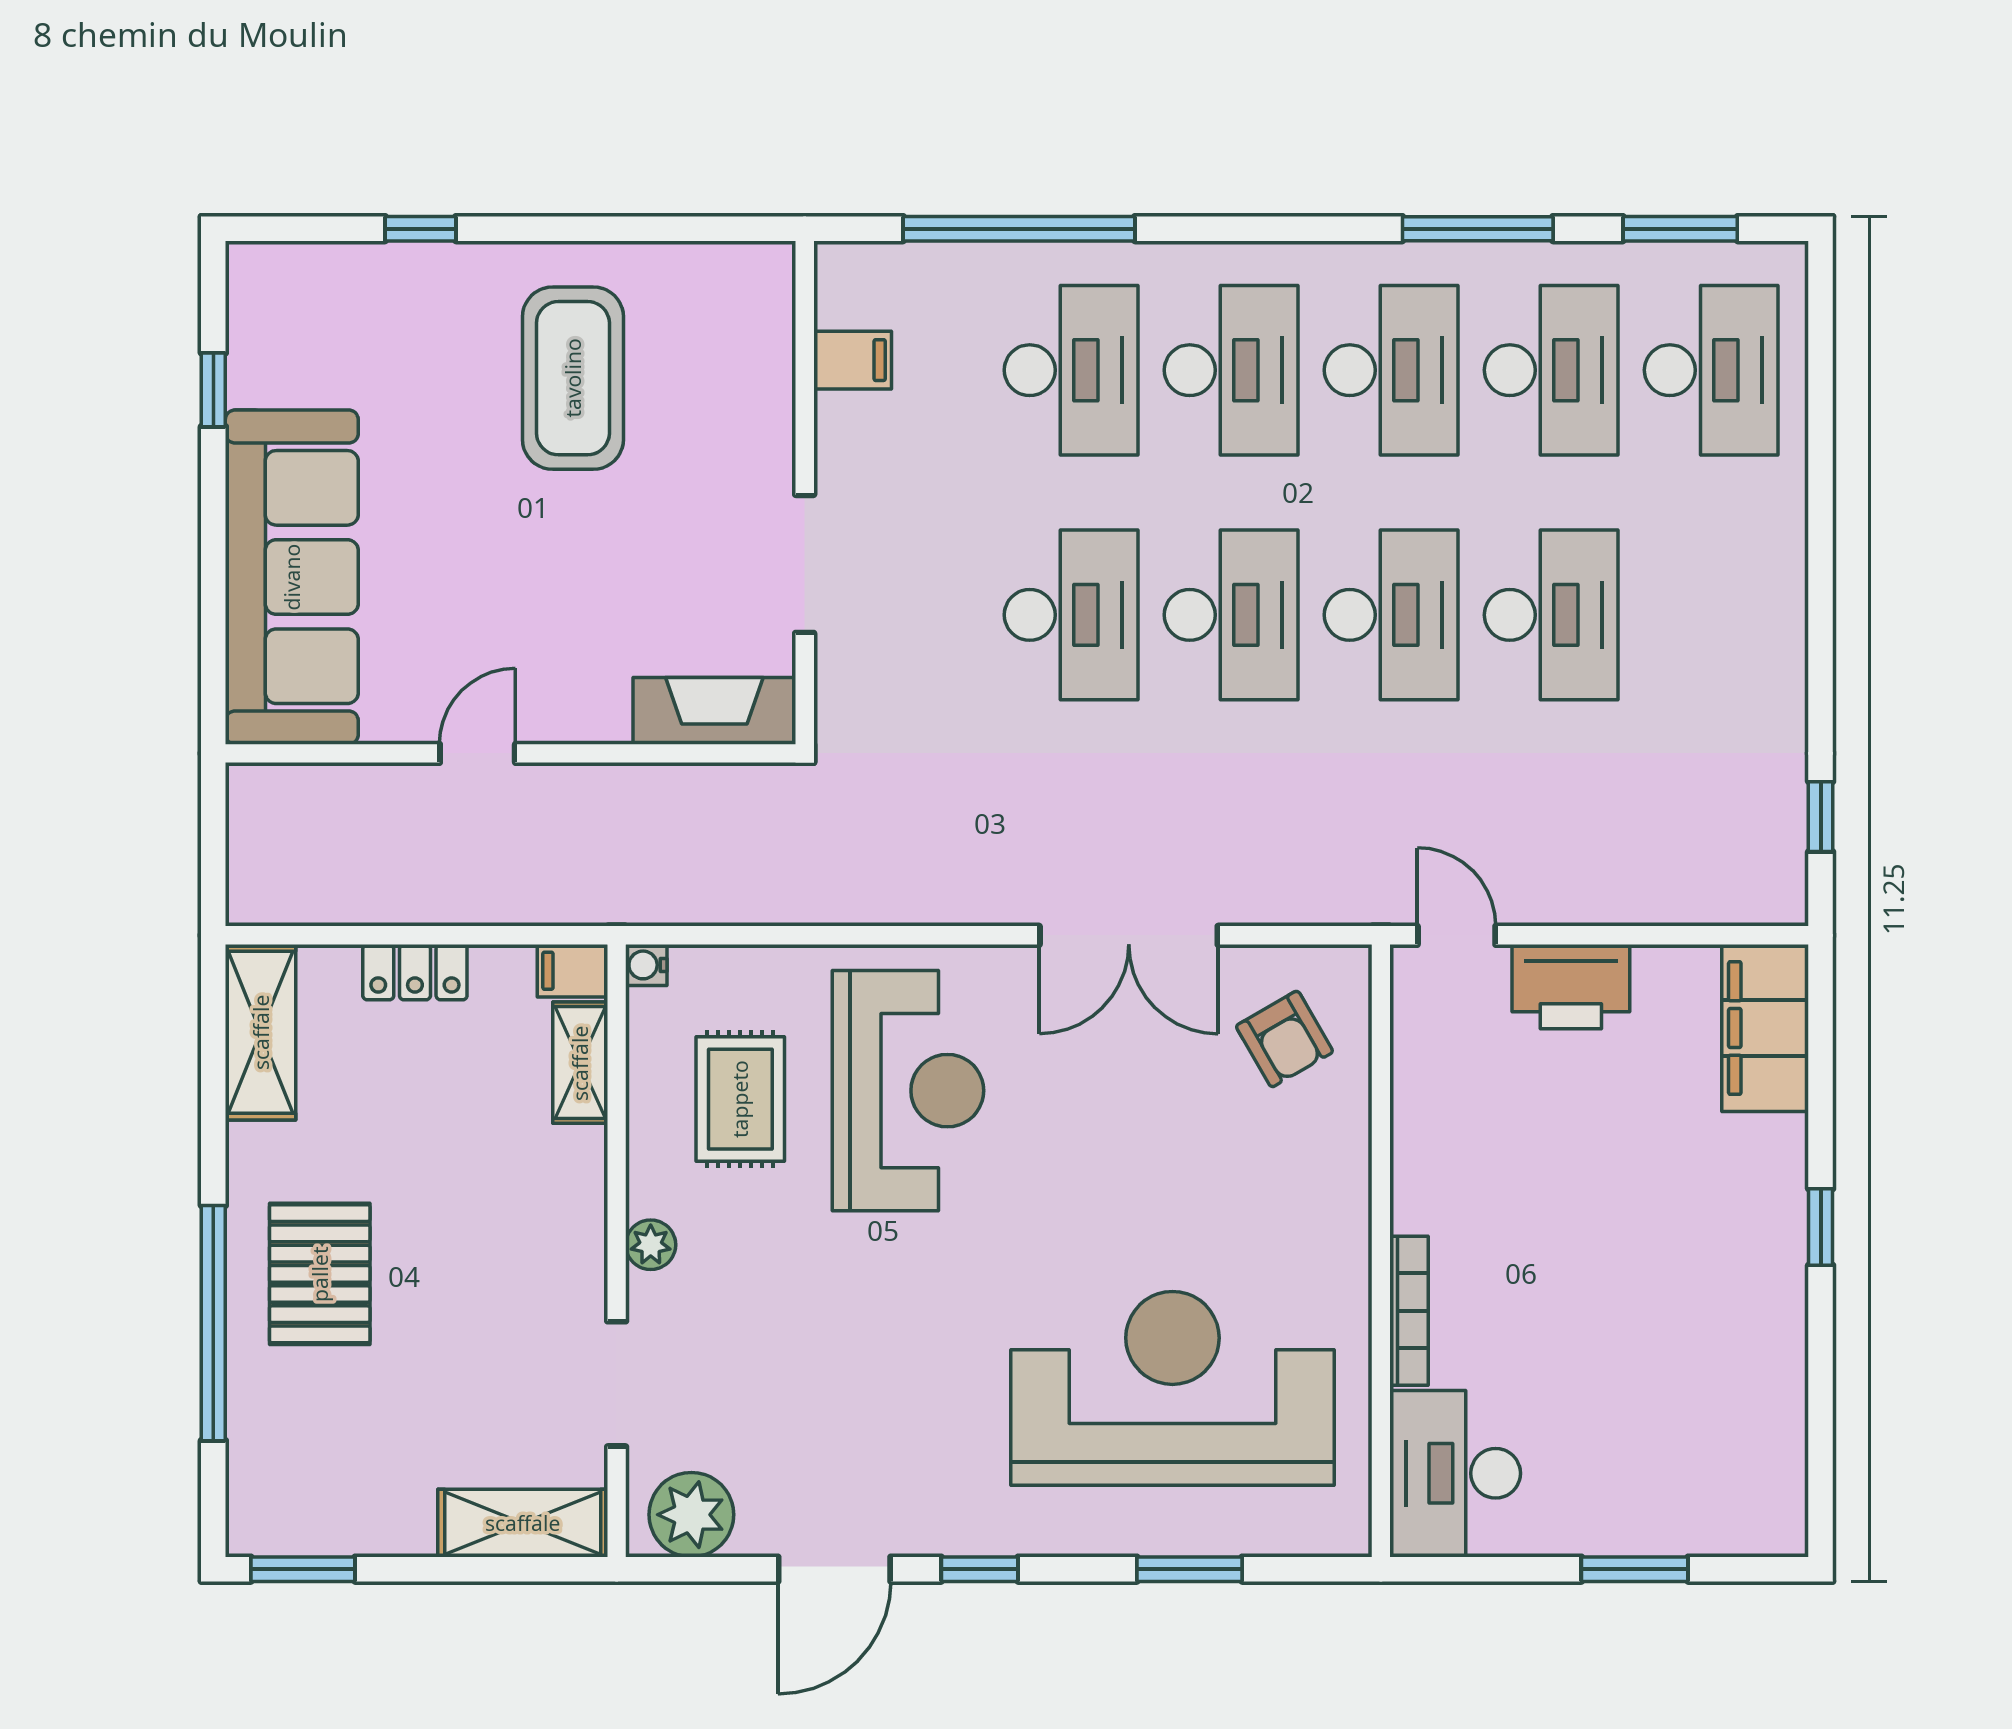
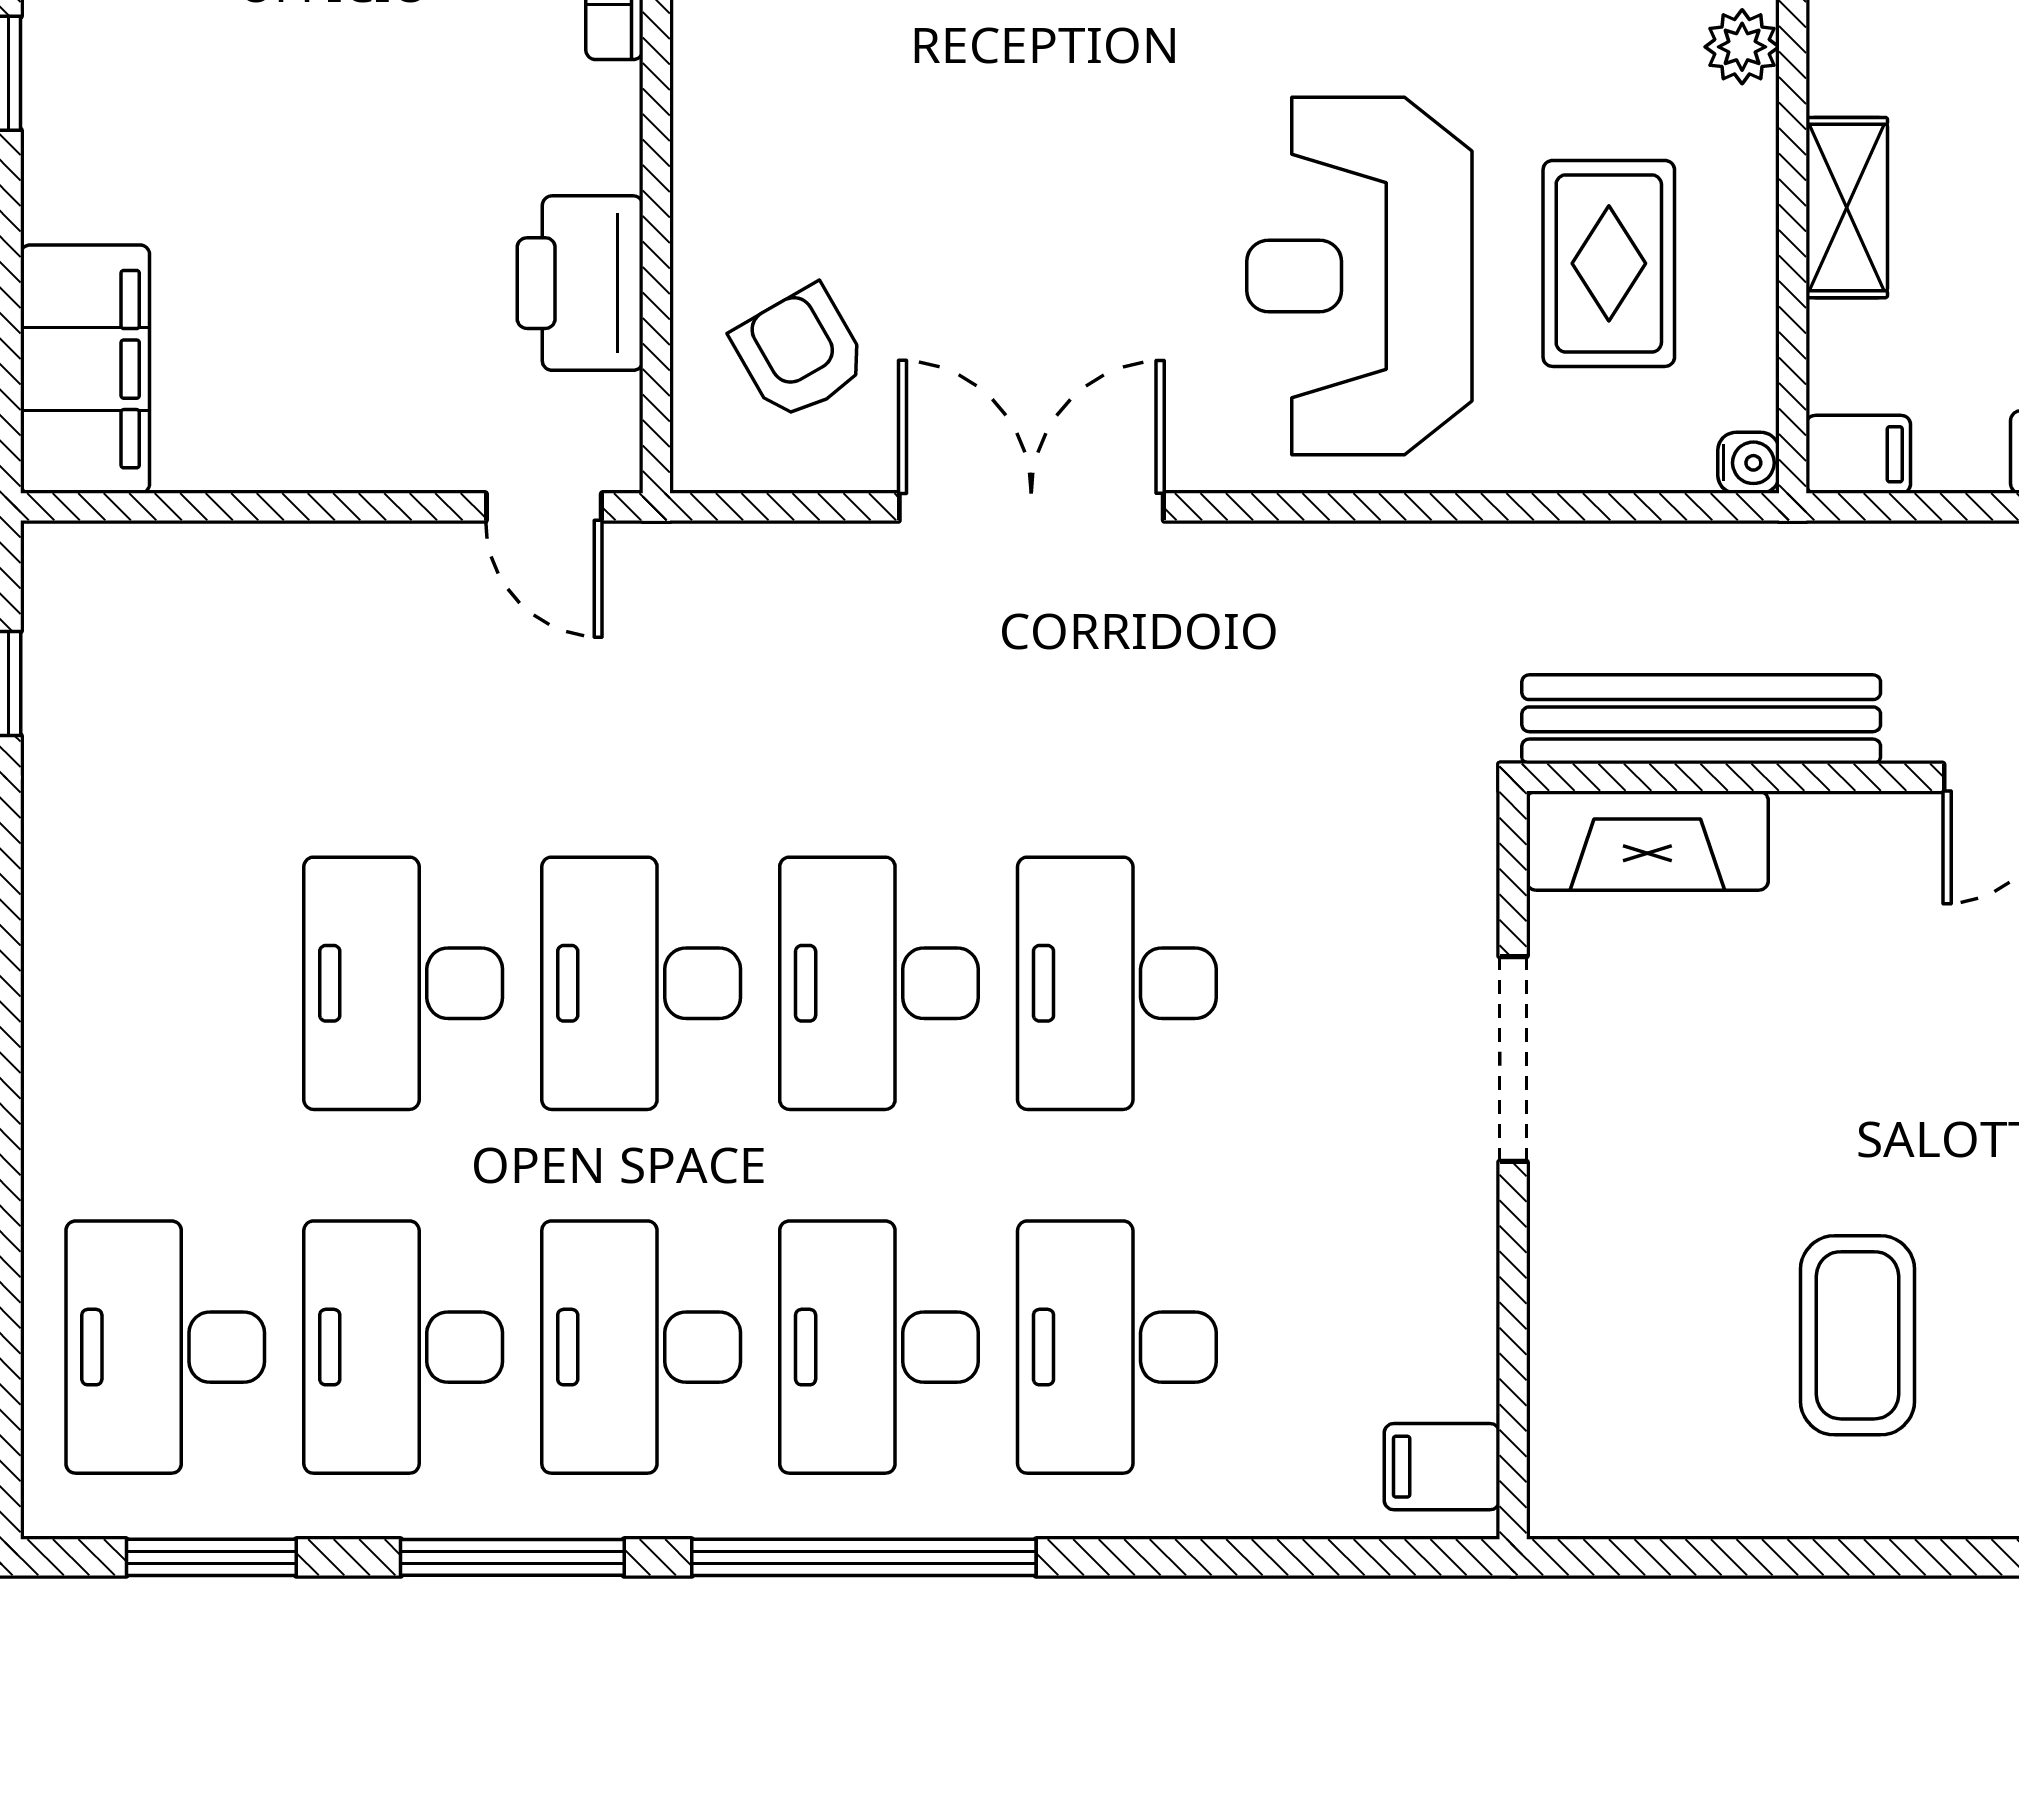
window: (1019, 229) -> (864, 1557), moved
filing cabinet: (853, 360) -> (1442, 1467), moved
coffee table: (573, 378) -> (1858, 1335), width x0.73, depth x0.76
bench: (678, 792) -> (1701, 719), added
printer: (1571, 987) -> (580, 283), moved, turned -90
shelving: (580, 1063) -> (1847, 208), moved

